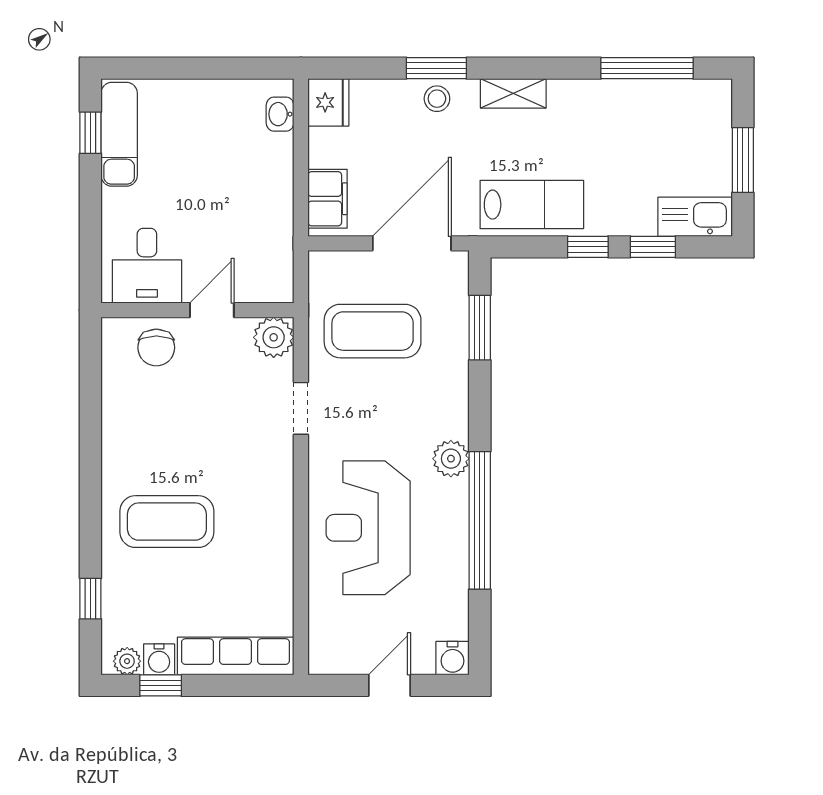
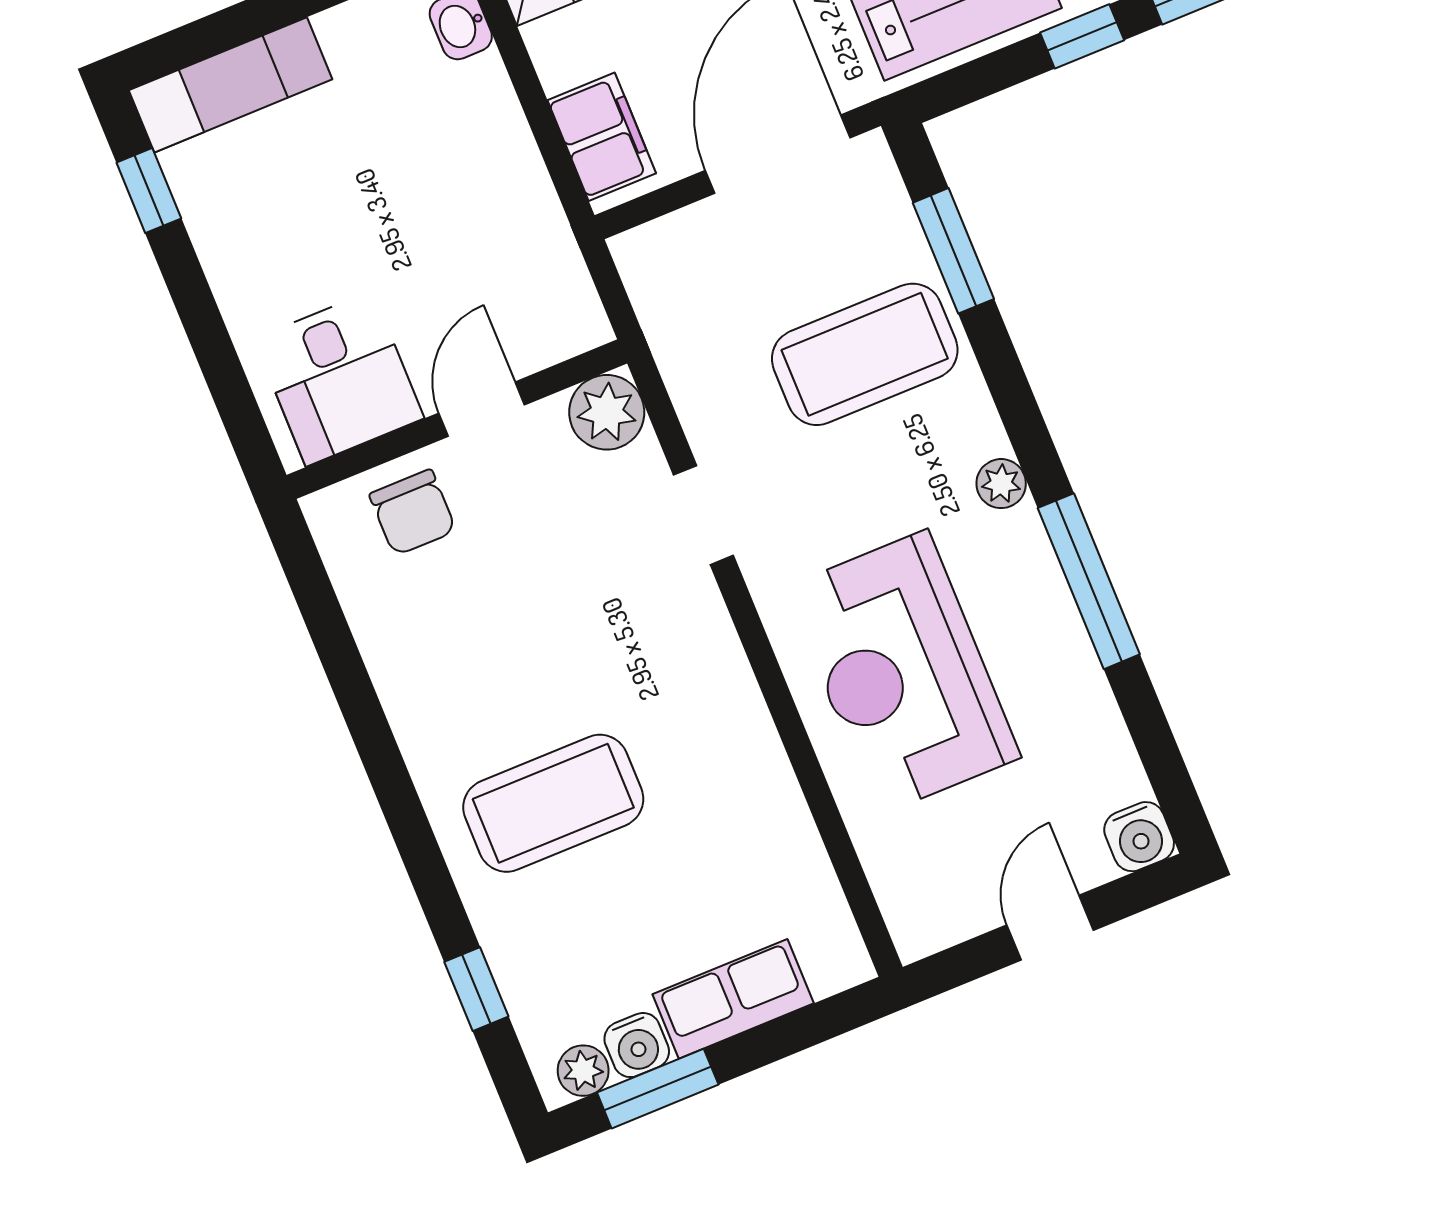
exam couch: (119, 134) -> (231, 85), moved, turned 90
coffee table: (373, 331) -> (865, 354), moved
plant: (451, 459) -> (1001, 484), width x0.73, depth x0.73
window: (480, 520) -> (1089, 581), width x0.68
row of seats: (235, 656) -> (733, 999), width x0.68
window: (161, 685) -> (658, 1089), width x1.50

